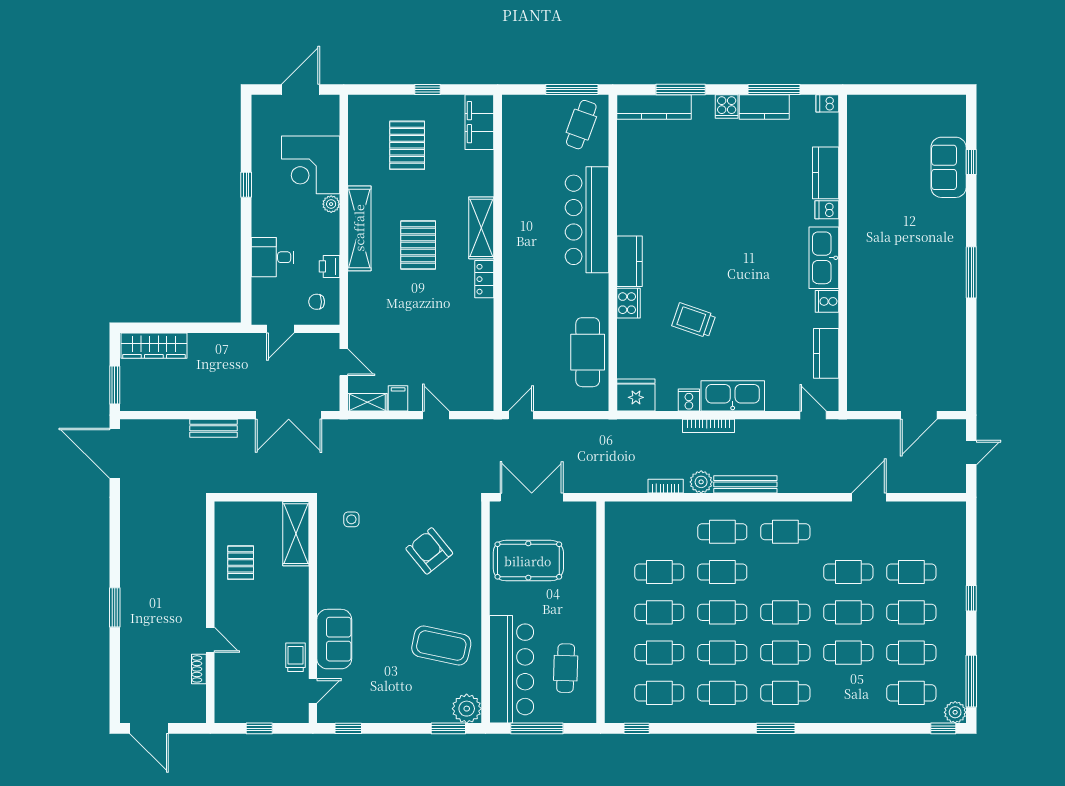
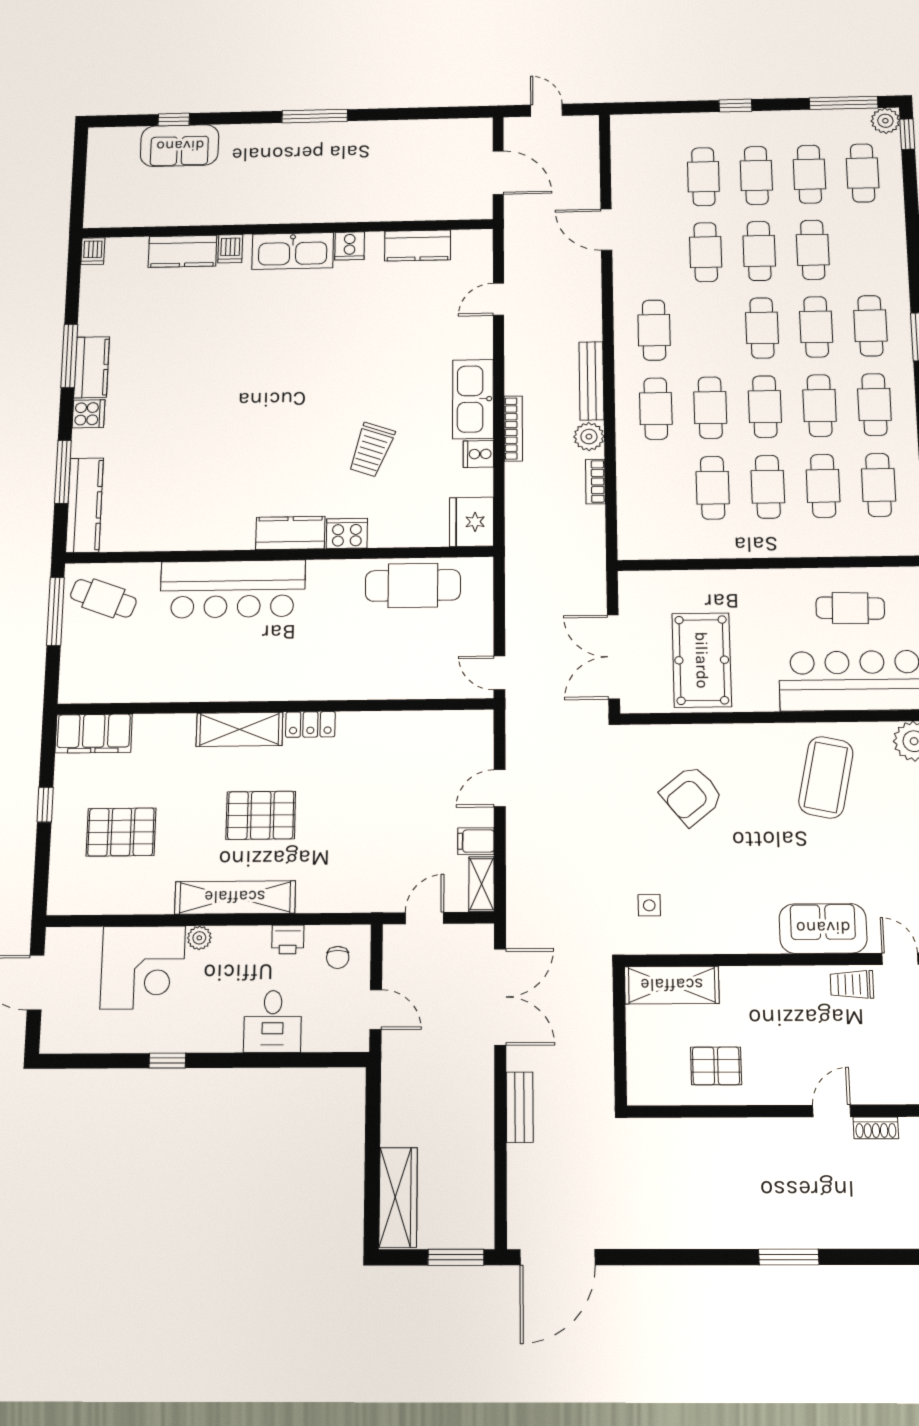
dishwasher: (827, 103) -> (93, 251), moved
kitchen counter: (826, 173) -> (182, 251), moved
dishwasher: (827, 210) -> (230, 249), moved
wall: (843, 253) -> (287, 229), moved
kitchen sink: (824, 258) -> (293, 251), moved
cooker: (827, 301) -> (350, 246), moved
kitchen counter: (826, 353) -> (418, 245), moved

